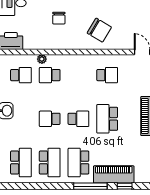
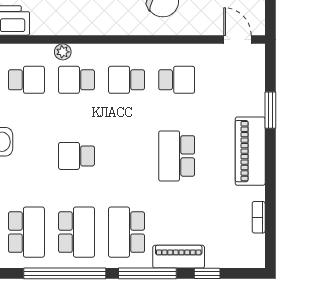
school desk: (78, 119) -> (127, 80), moved, turned 180
piano: (114, 174) -> (179, 257), width x0.73, depth x0.75
window: (43, 186) -> (65, 273), added

